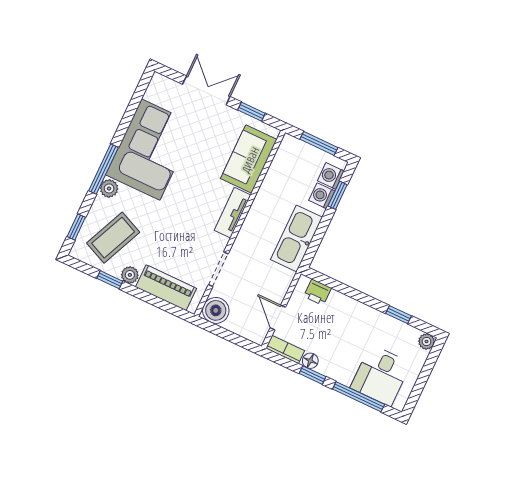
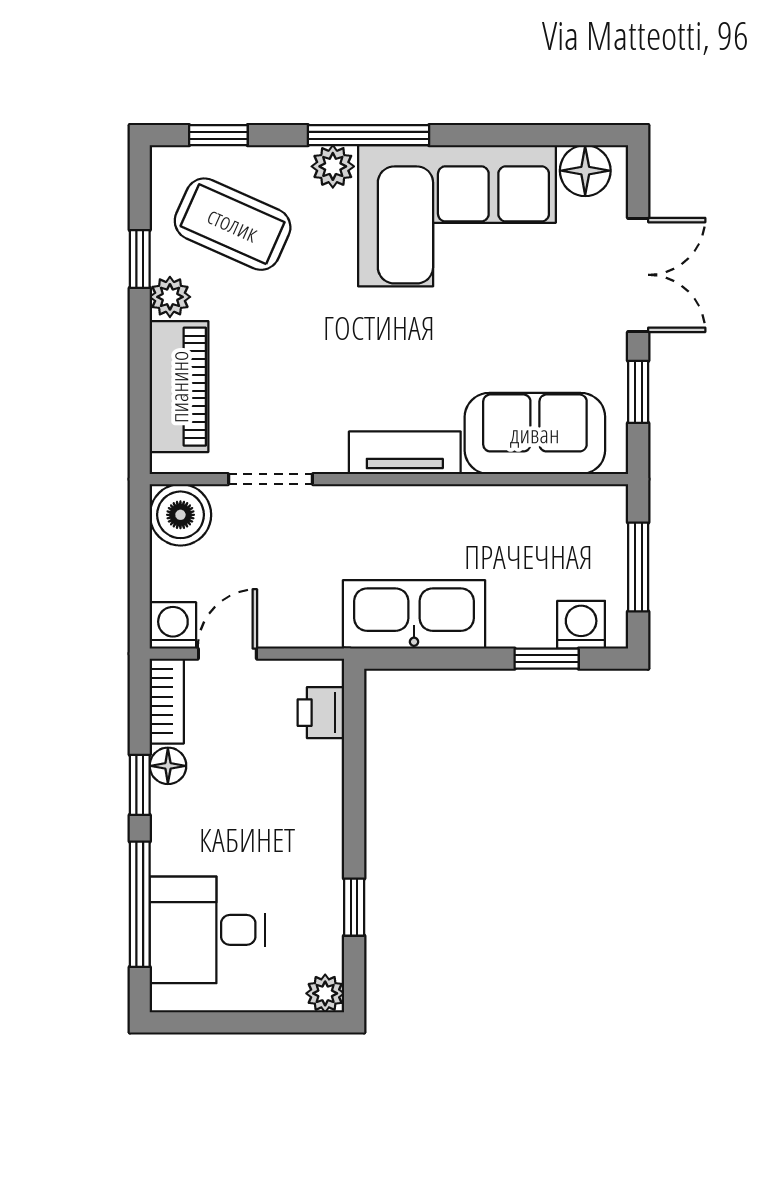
floor lamp: (156, 92) -> (585, 171), added
washing machine: (322, 196) -> (173, 625), moved

